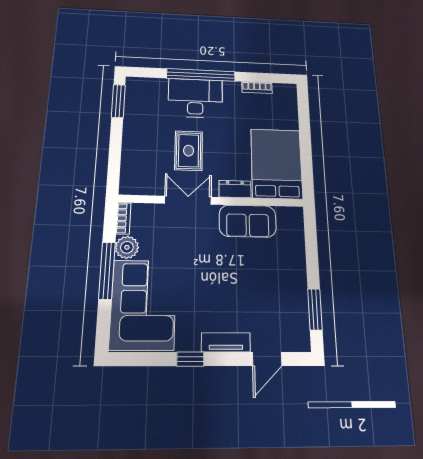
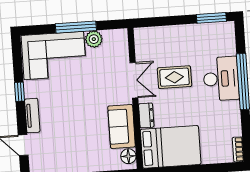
bookcase: (257, 88) -> (238, 149), moved
floor lamp: (287, 216) -> (128, 156), added
bookcase: (123, 218) -> (115, 34), removed

